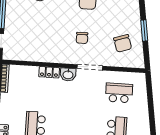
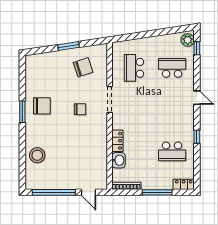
washbasin: (68, 75) -> (118, 160), moved

